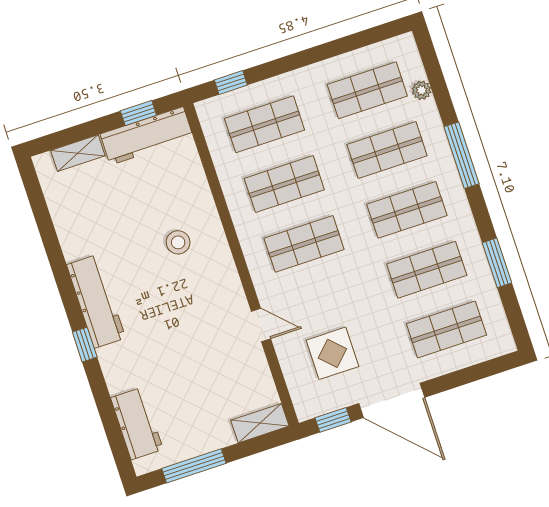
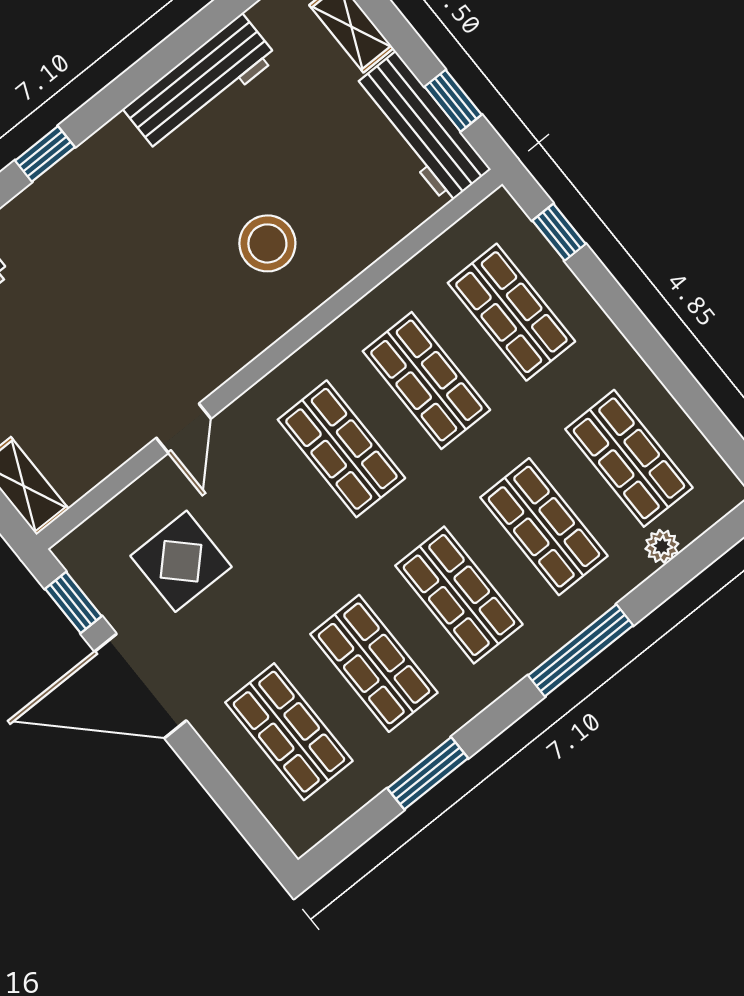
stool: (178, 242) -> (267, 243), width x1.38, depth x1.38
workbench: (96, 301) -> (200, 83), moved
door: (392, 400) -> (140, 686), hinge flipped

